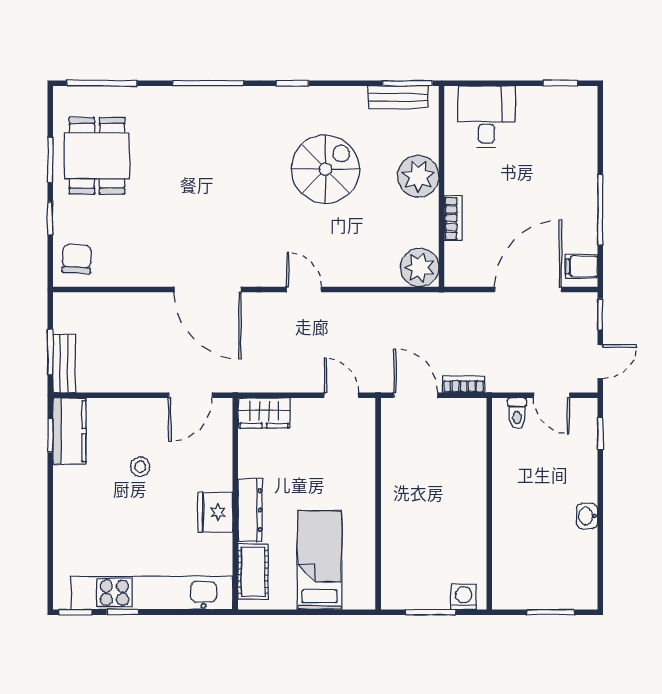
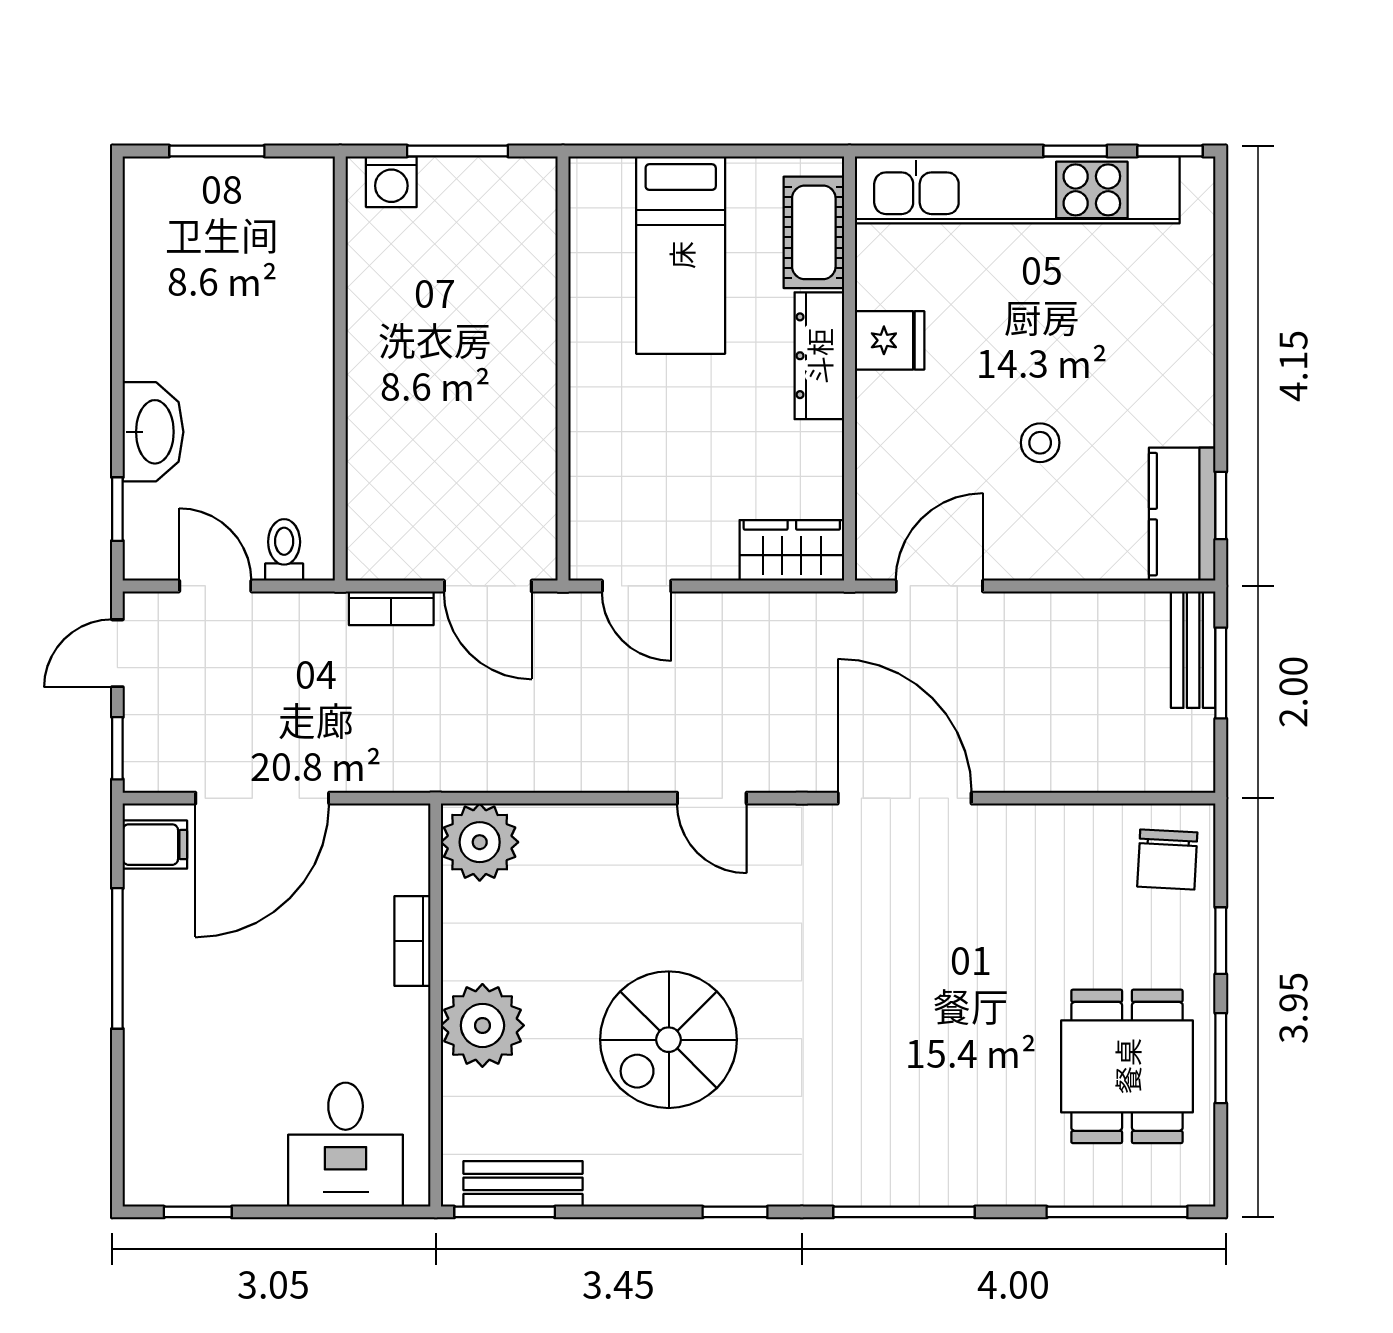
fridge: (215, 512) -> (890, 340), width x0.72
washbasin: (587, 516) -> (153, 432), moved, width x1.91, depth x1.45

